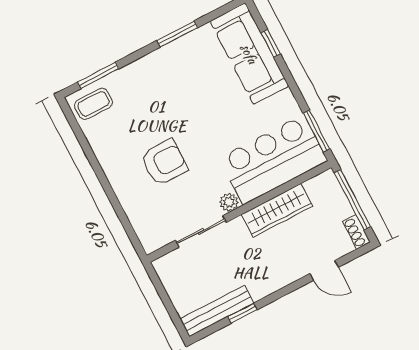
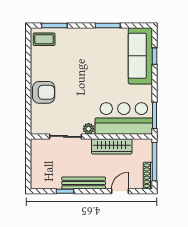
armchair: (164, 162) -> (44, 92), moved
shoe rack: (356, 232) -> (148, 176), width x1.43
door: (324, 270) -> (120, 191), swing flipped
bench: (217, 311) -> (84, 183), moved

